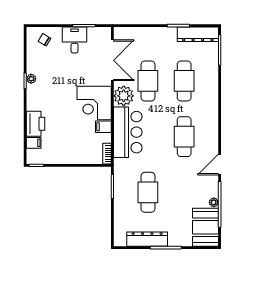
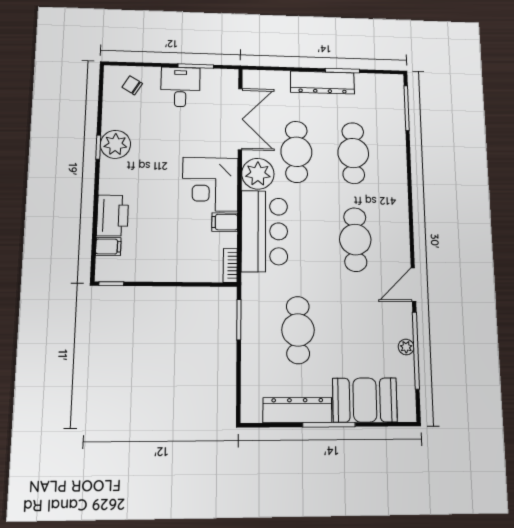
dresser: (198, 34) -> (322, 83), moved
plant: (31, 79) -> (115, 144), width x1.87, depth x1.87
booth: (206, 227) -> (365, 400), moved, turned 90

